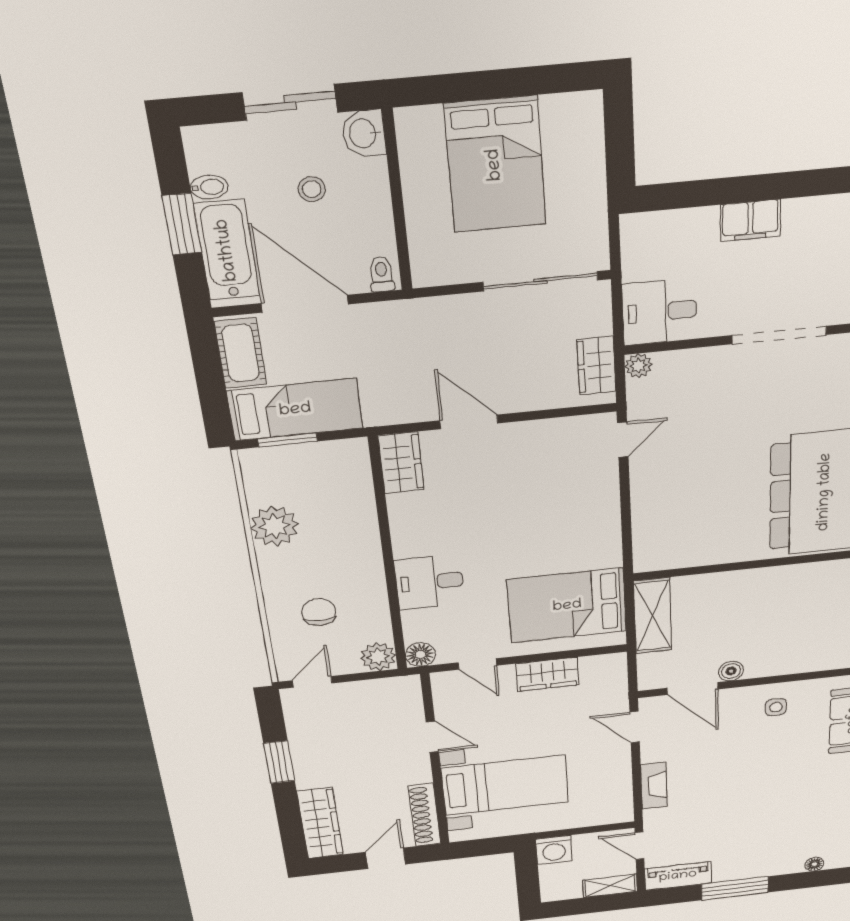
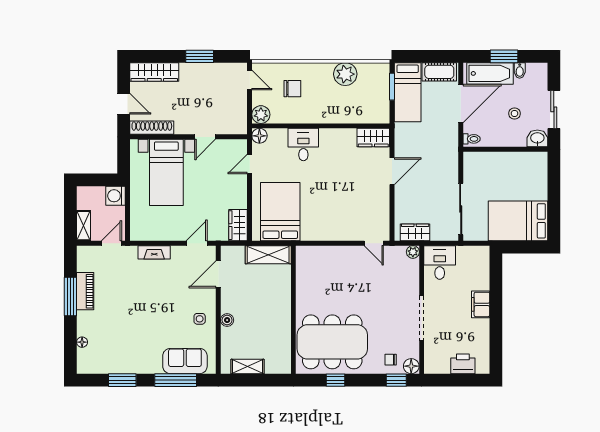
bed: (495, 165) -> (518, 221), moved
boiler: (731, 671) -> (227, 320), moved
wardrobe: (547, 674) -> (238, 225), moved
piano: (678, 876) -> (85, 291), moved

